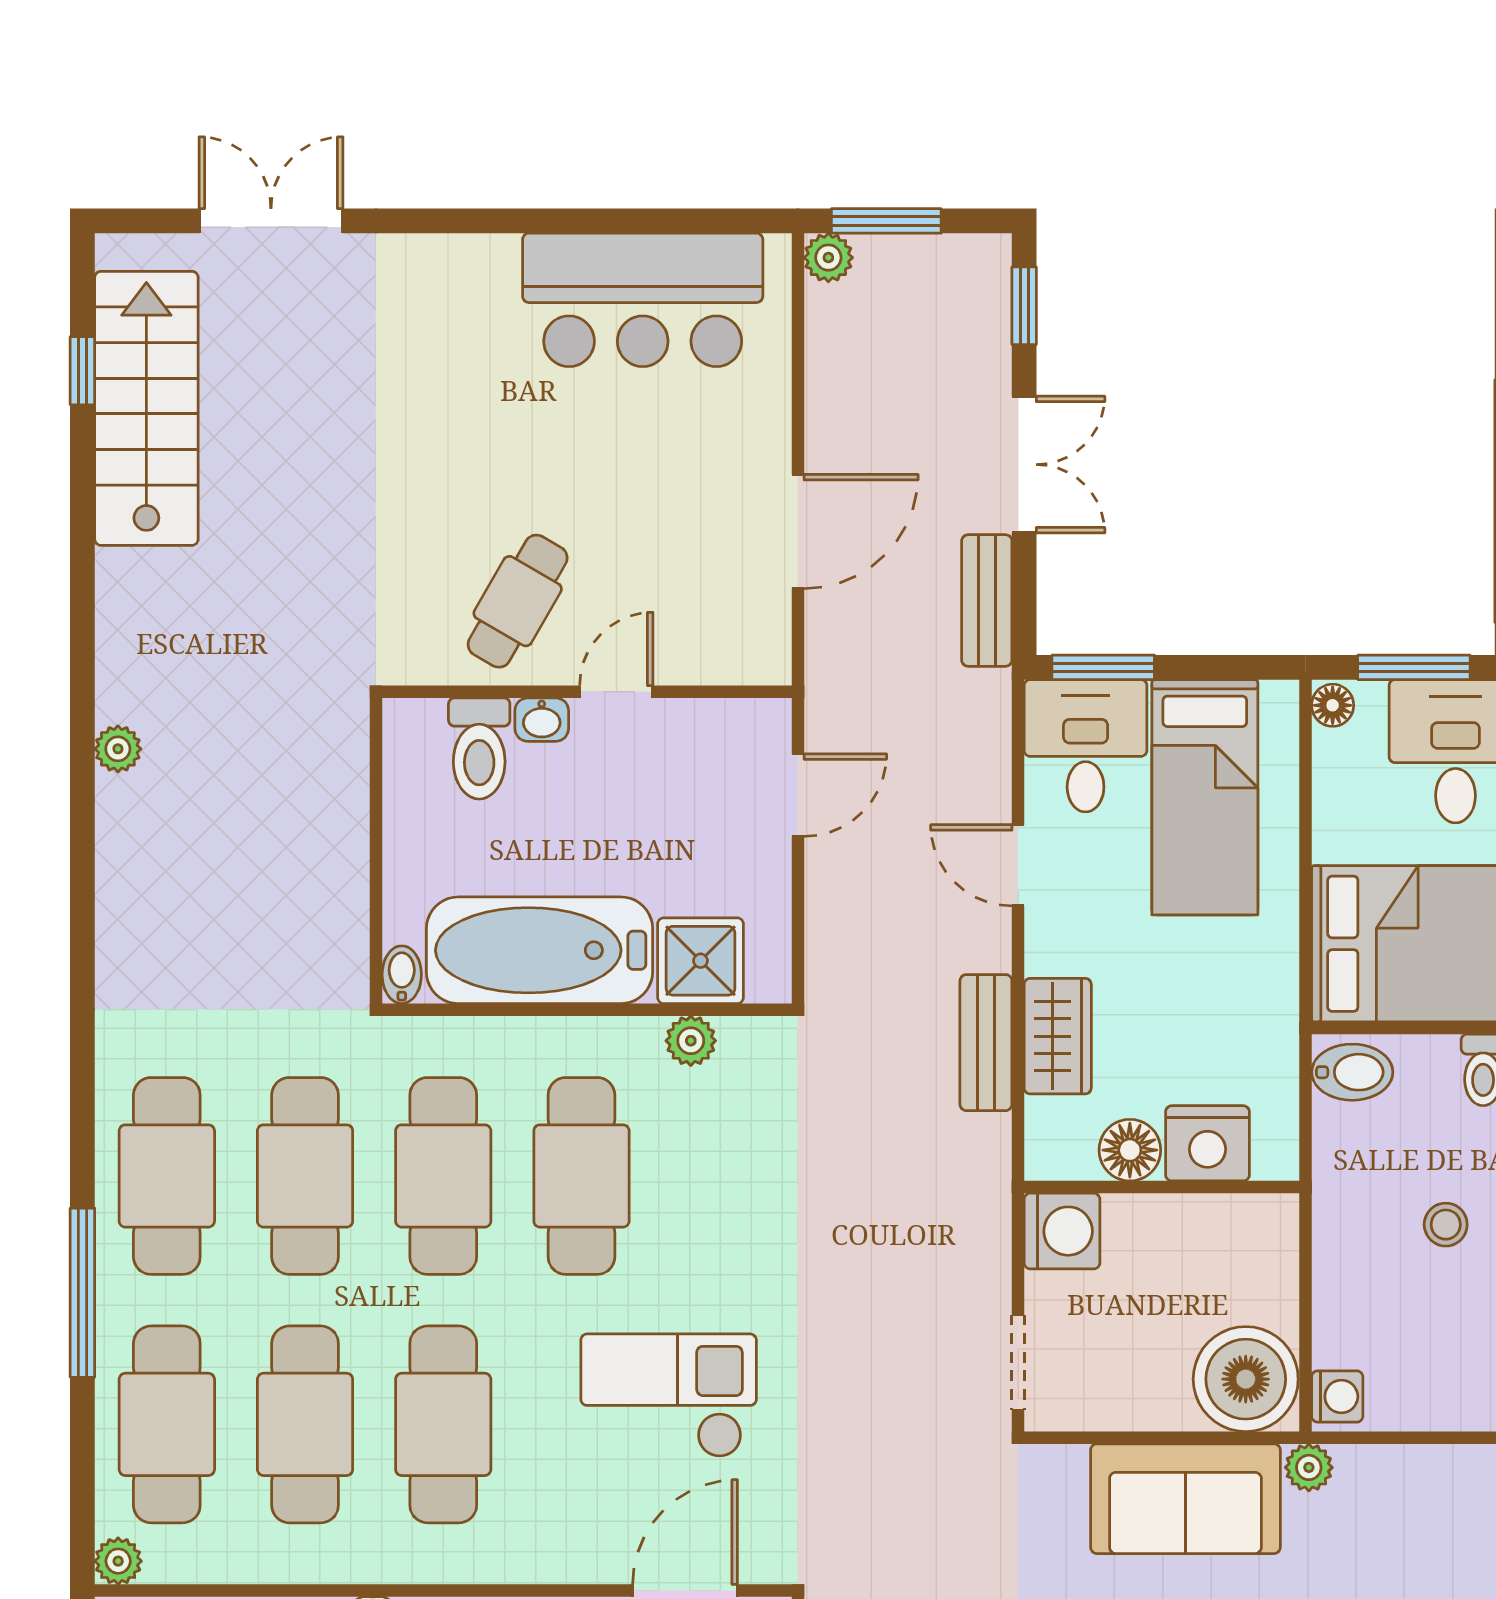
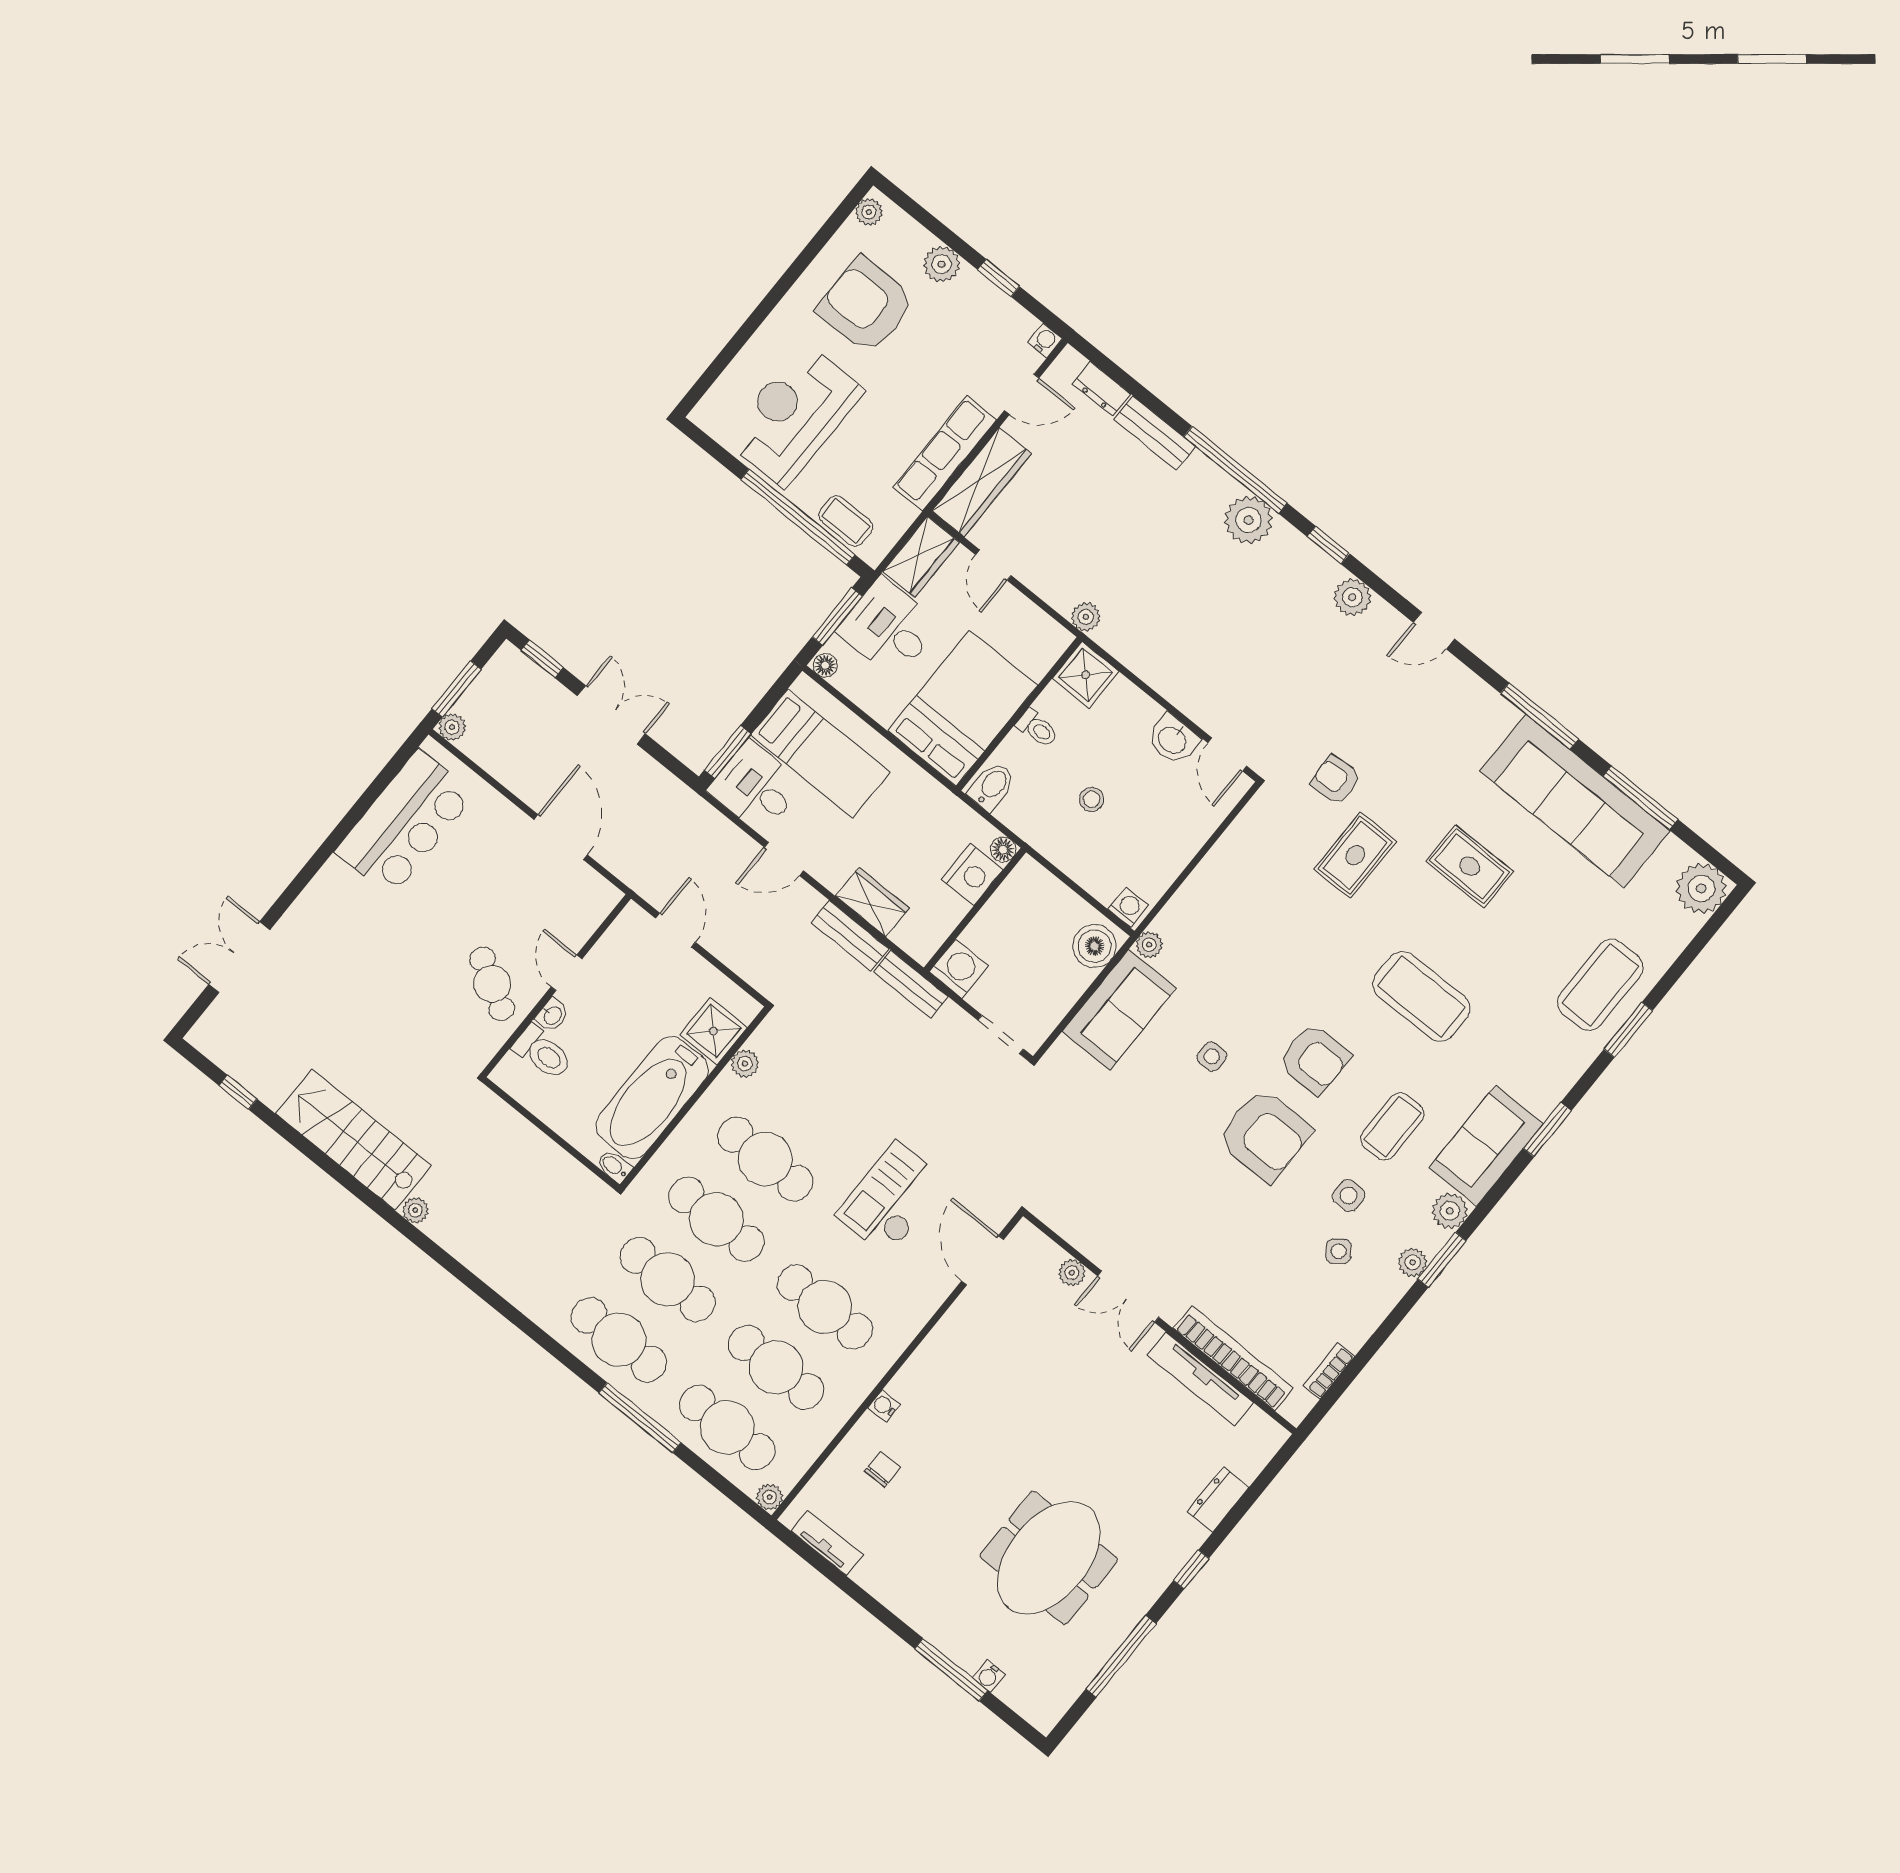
stairs: (146, 408) -> (353, 1140), moved
bench: (987, 601) -> (911, 984), moved
floor lamp: (1130, 1150) -> (1003, 850), moved, width x0.73, depth x0.73
boiler: (1246, 1379) -> (1094, 946), width x0.73, depth x0.73

